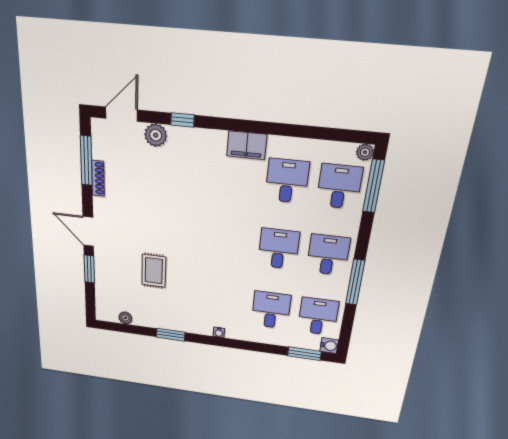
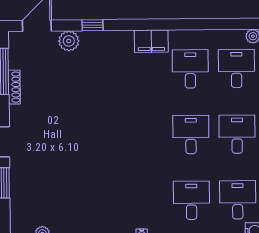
rug: (154, 271) -> (71, 175), removed

